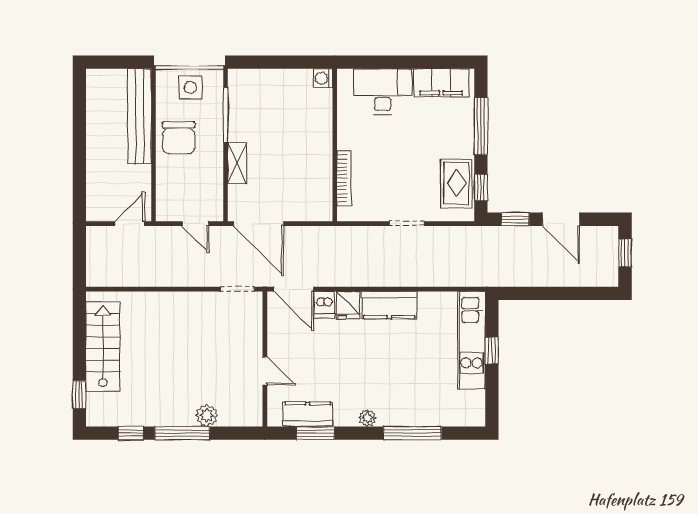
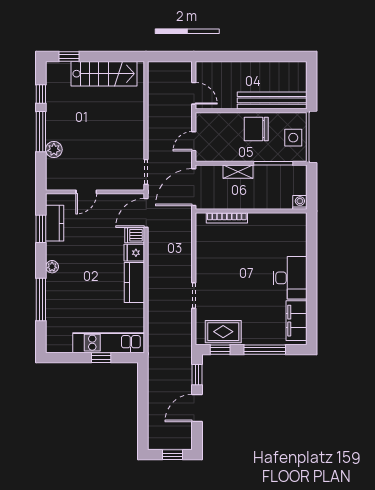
washing machine: (323, 78) -> (300, 202), moved
wall: (335, 145) -> (251, 211), moved
bookcase: (344, 178) -> (227, 218), moved

